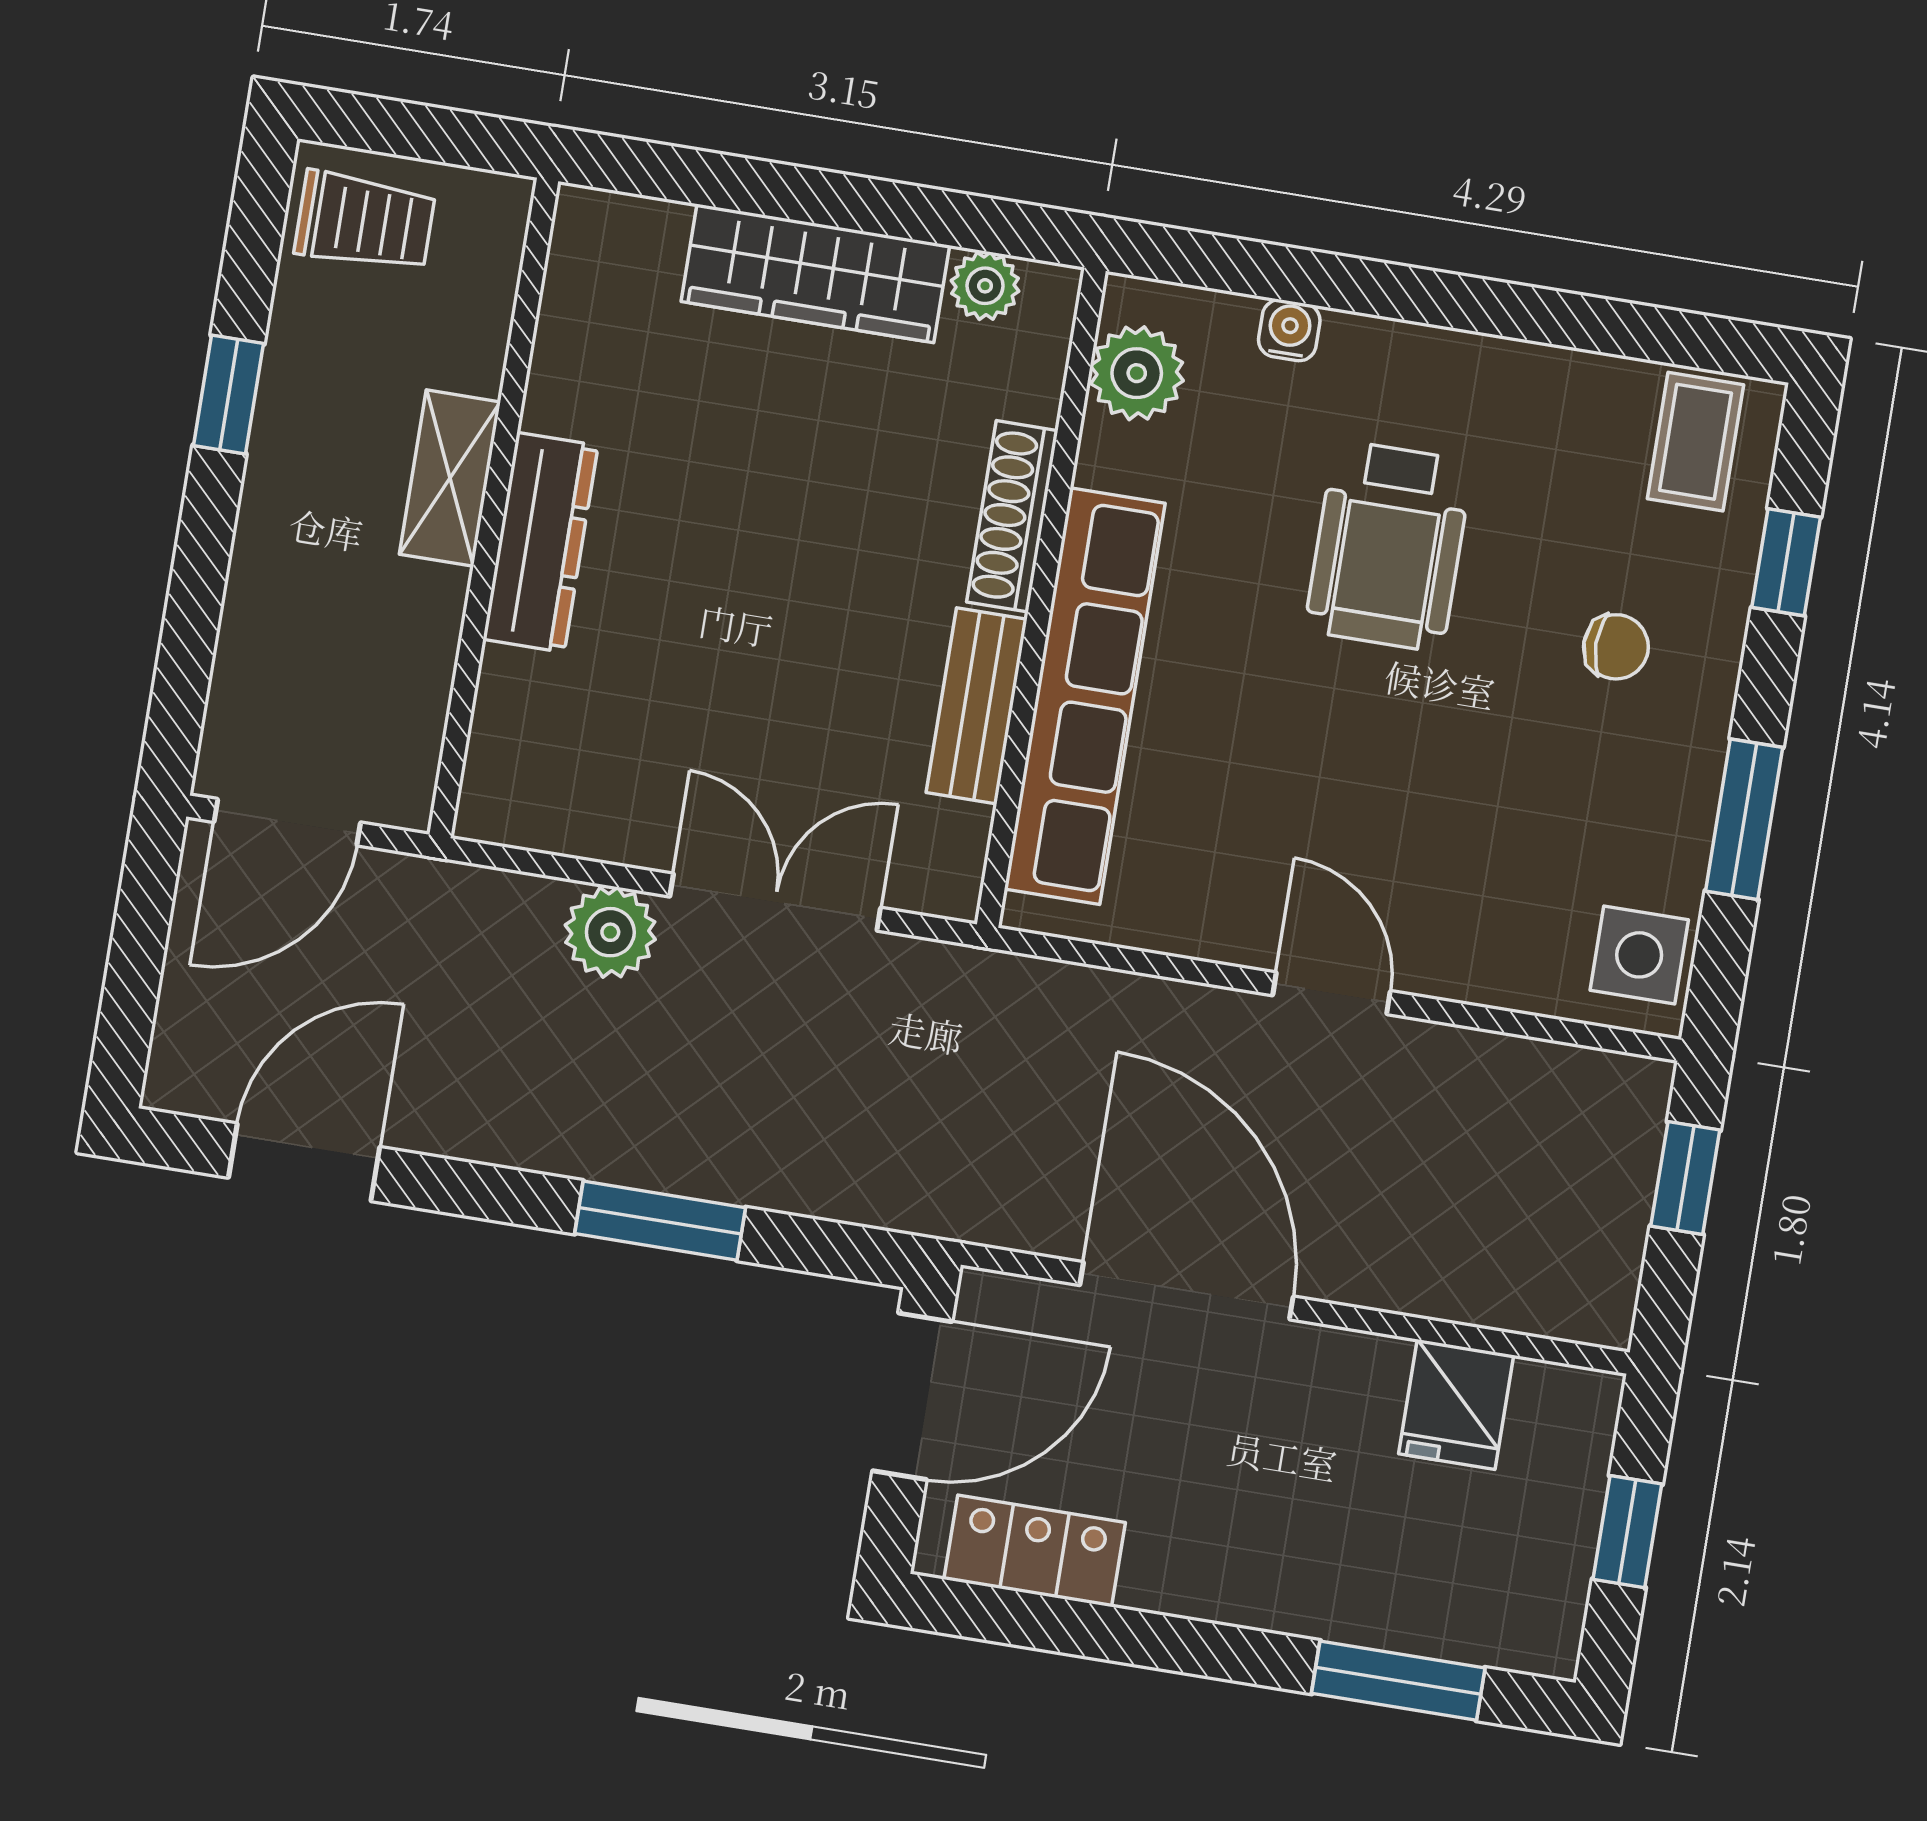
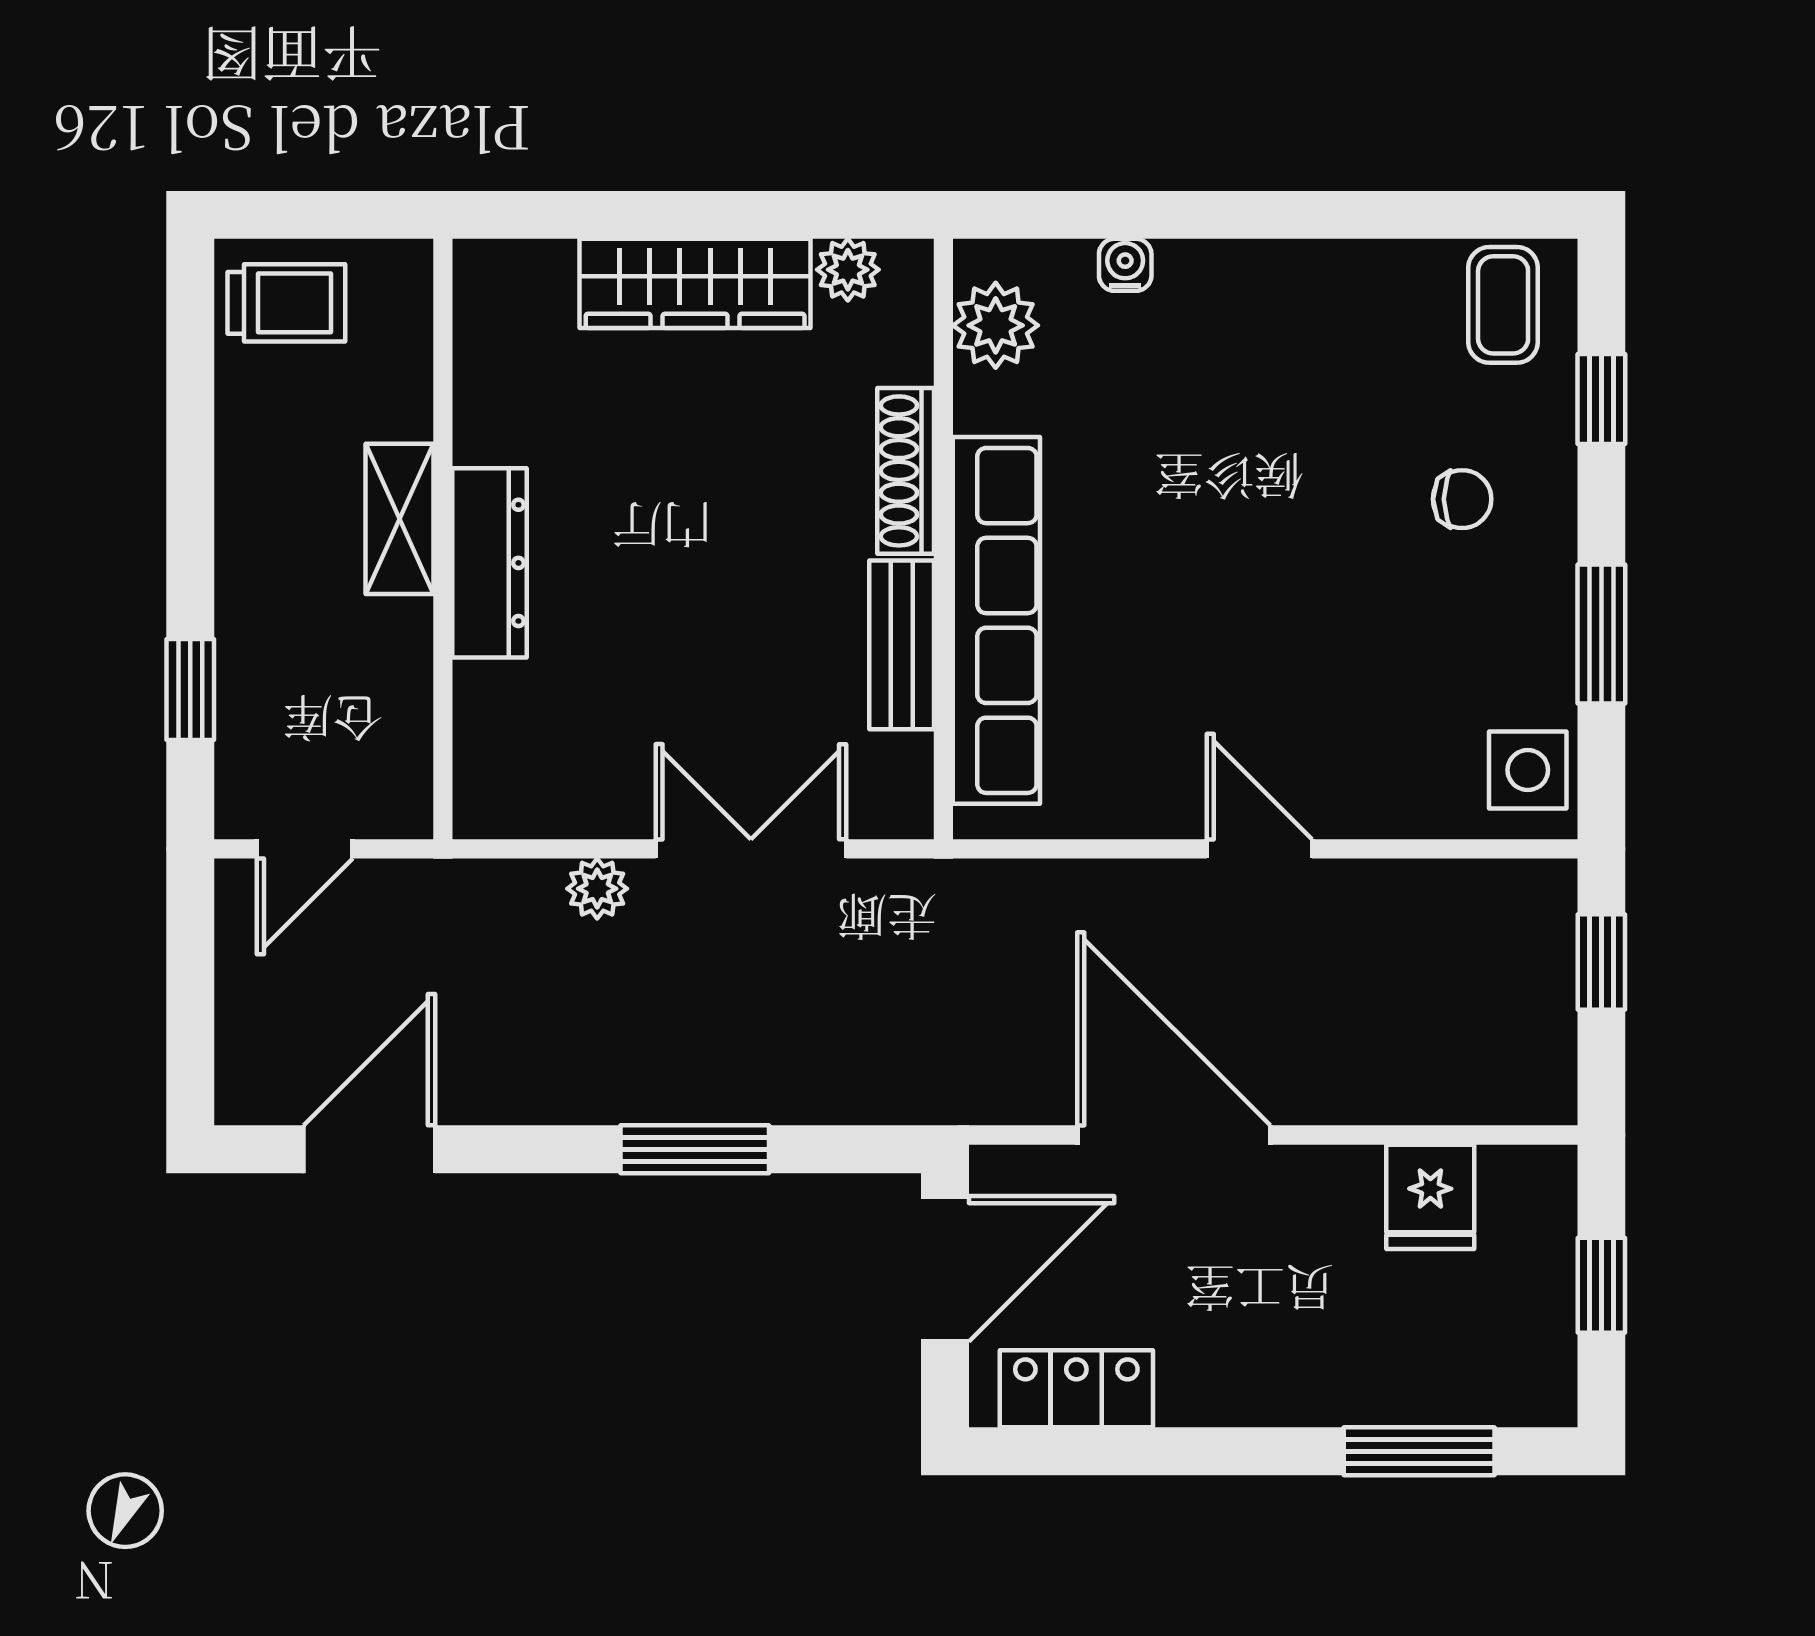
window: (229, 395) -> (190, 690), moved
wheelchair: (1389, 546) -> (1245, 442), removed
door: (287, 822) -> (305, 849), width x0.73
plant: (610, 932) -> (597, 889), width x0.73, depth x0.73

